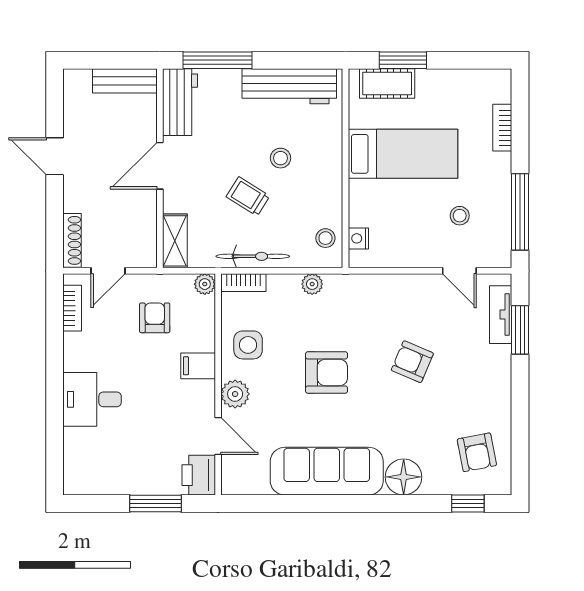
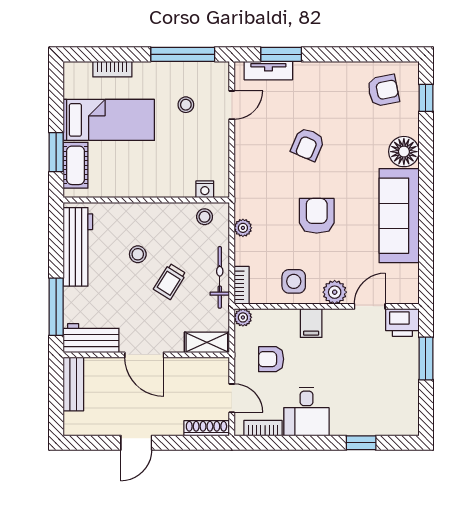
bed: (403, 154) -> (109, 120), moved, turned 90
desk: (92, 399) -> (306, 412), moved
window: (55, 426) -> (361, 443), added

